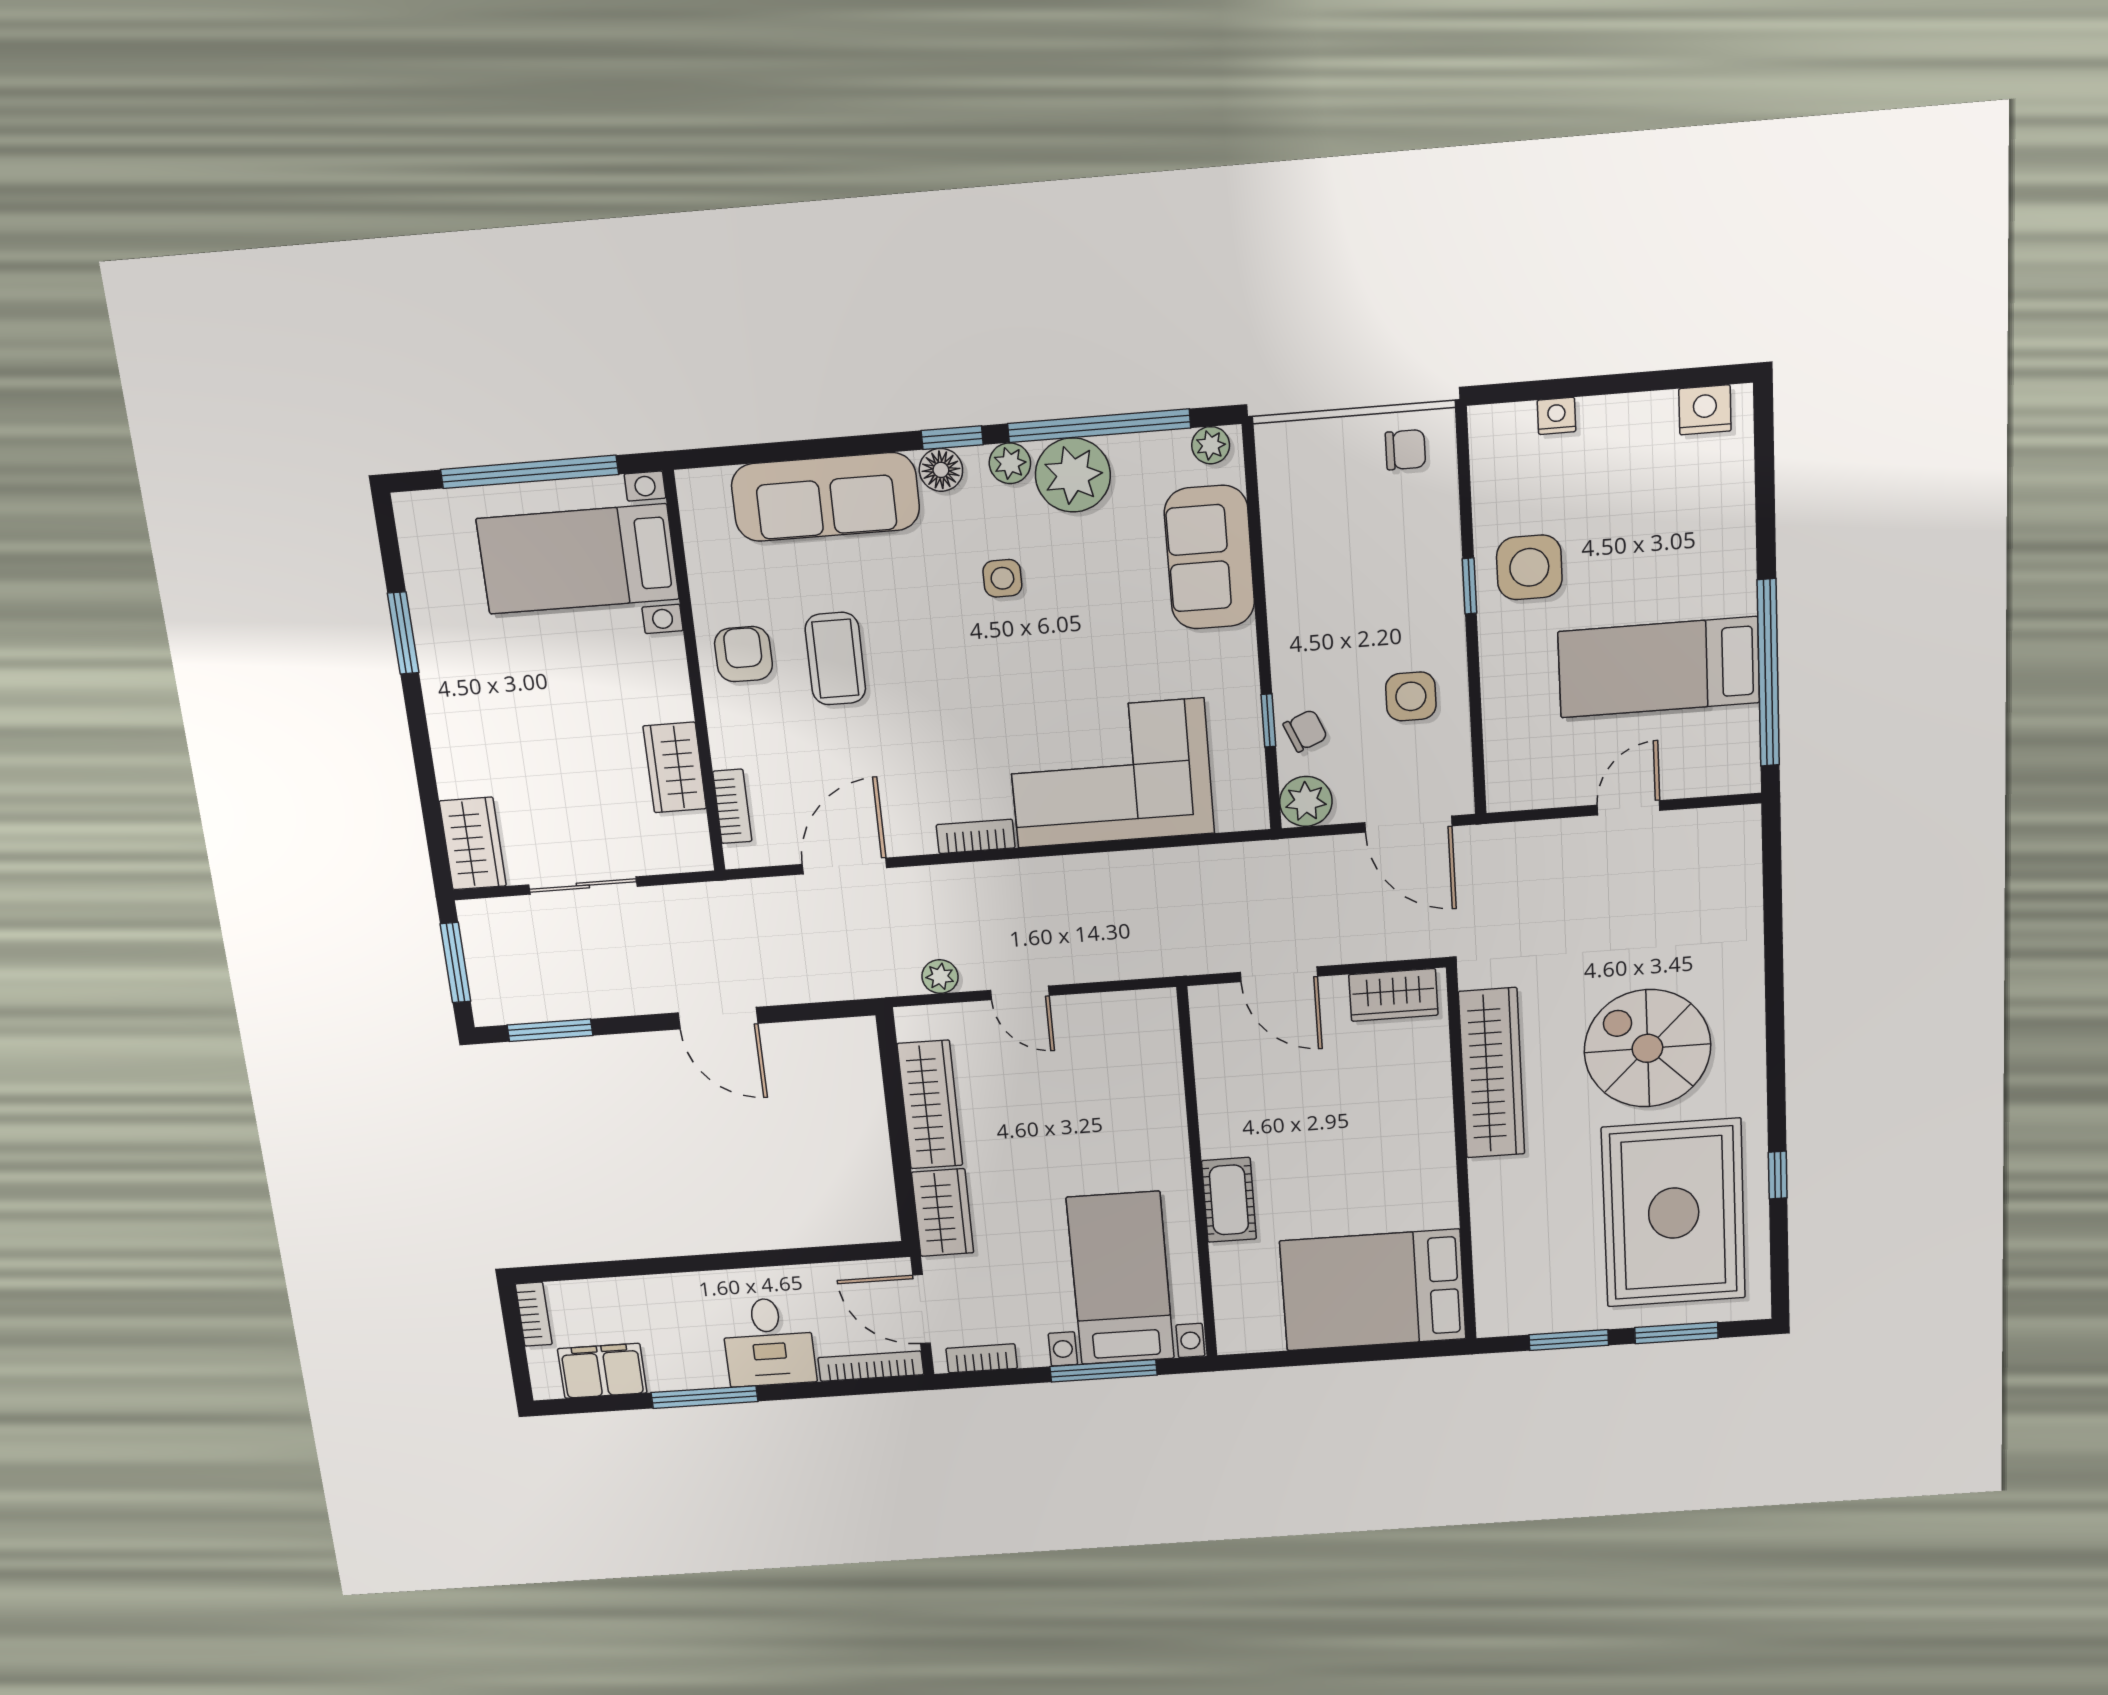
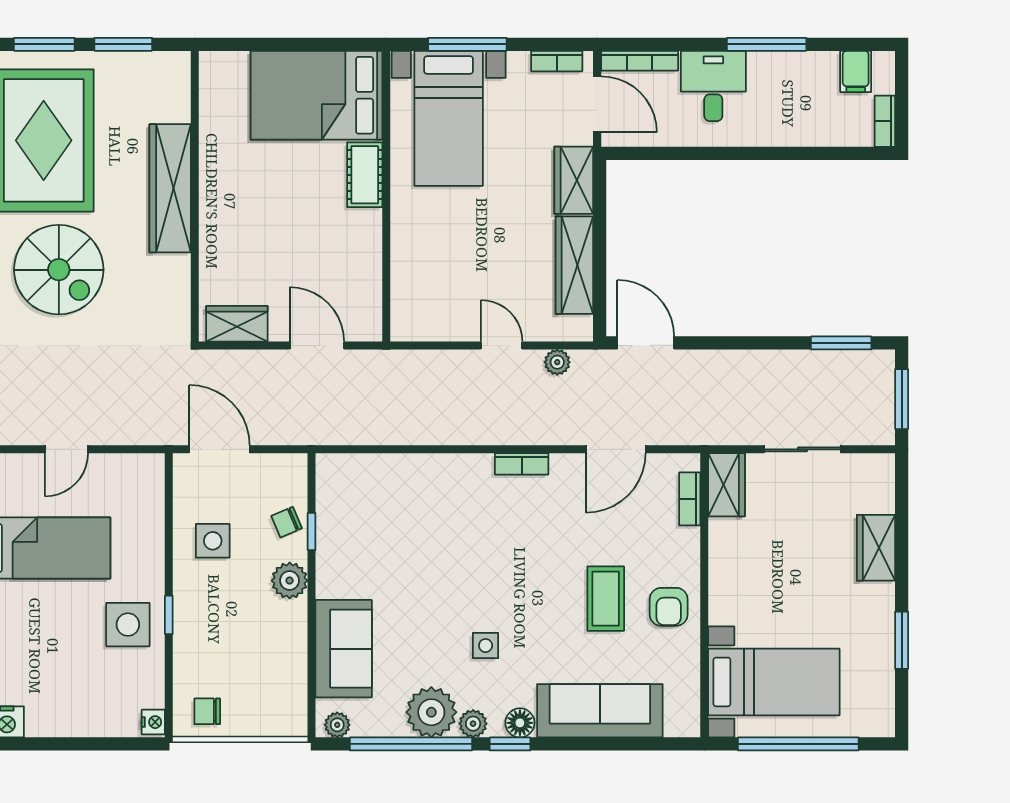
nightstand: (1557, 416) -> (153, 722), moved, turned -90
wardrobe: (675, 767) -> (726, 485), moved
corner sofa: (1111, 773) -> (424, 502), removed
plant: (1306, 801) -> (290, 581), moved
wardrobe: (473, 844) -> (876, 548), moved
door: (718, 1018) -> (646, 343), moved
wardrobe: (1492, 1073) -> (170, 188), moved
bed: (1373, 1290) -> (317, 95), moved, turned 180
filing cabinet: (602, 1371) -> (856, 71), width x0.50

